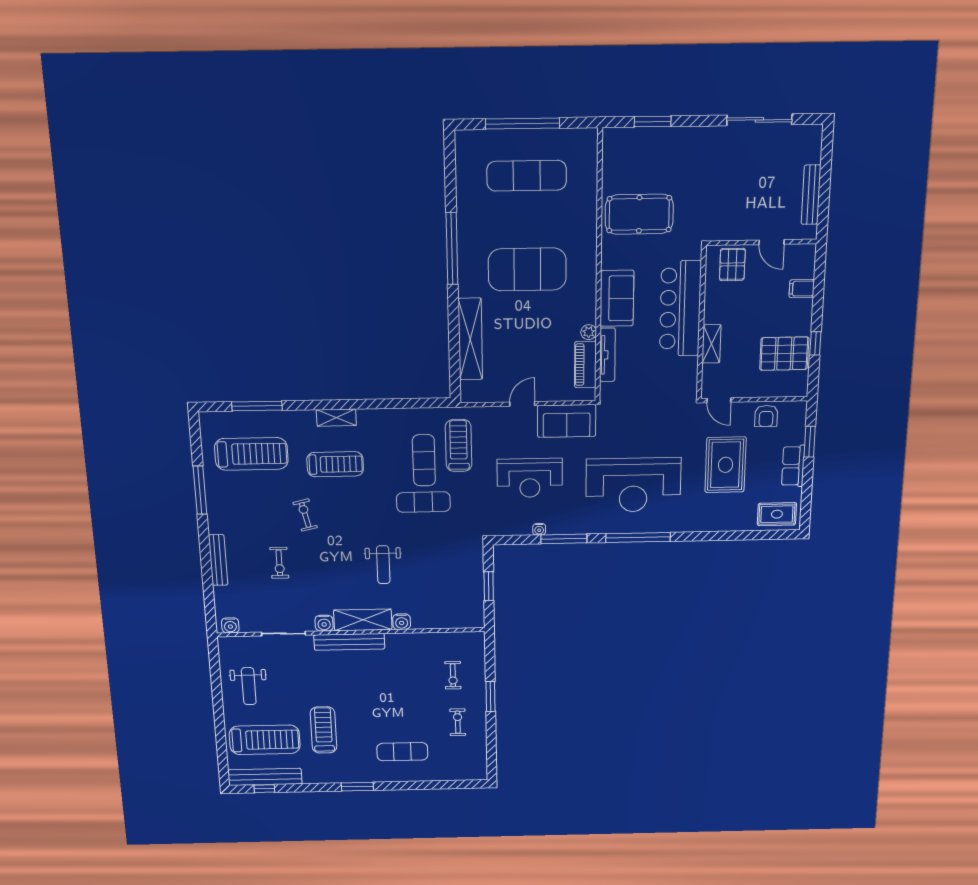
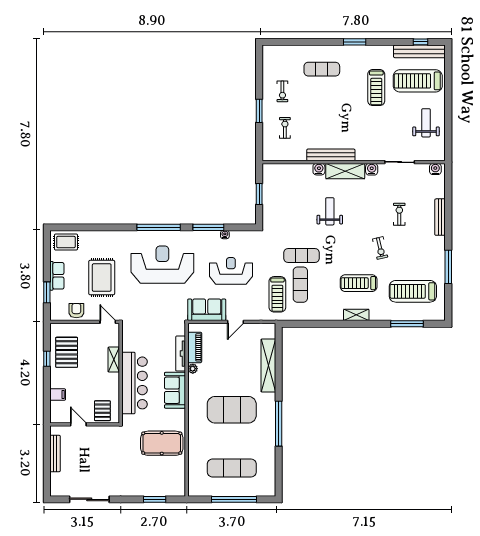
pallet: (784, 354) -> (67, 352), turned 90
bench: (349, 642) -> (331, 155), moved

